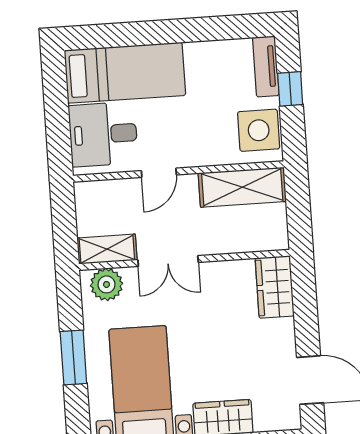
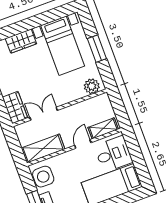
shelving: (107, 249) -> (103, 128), moved
double door: (168, 261) -> (44, 114), moved

